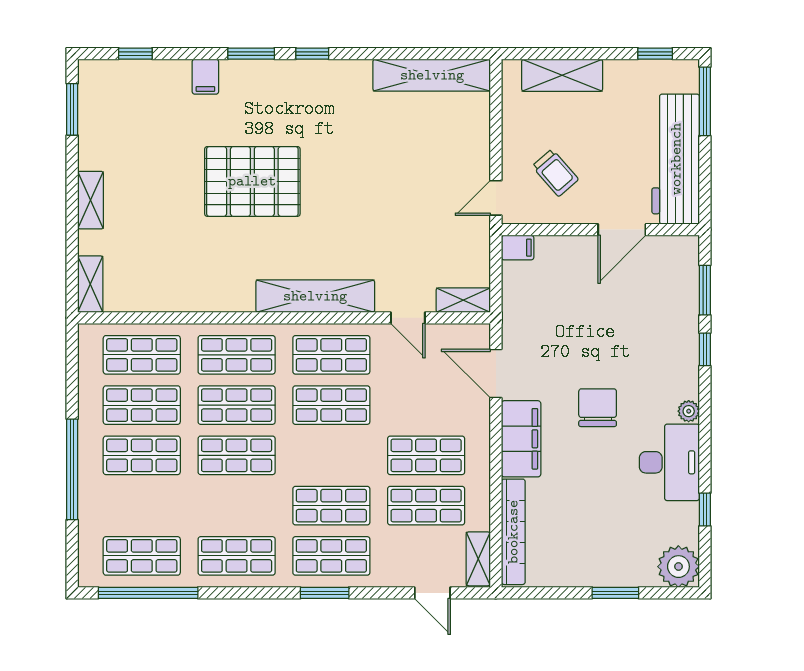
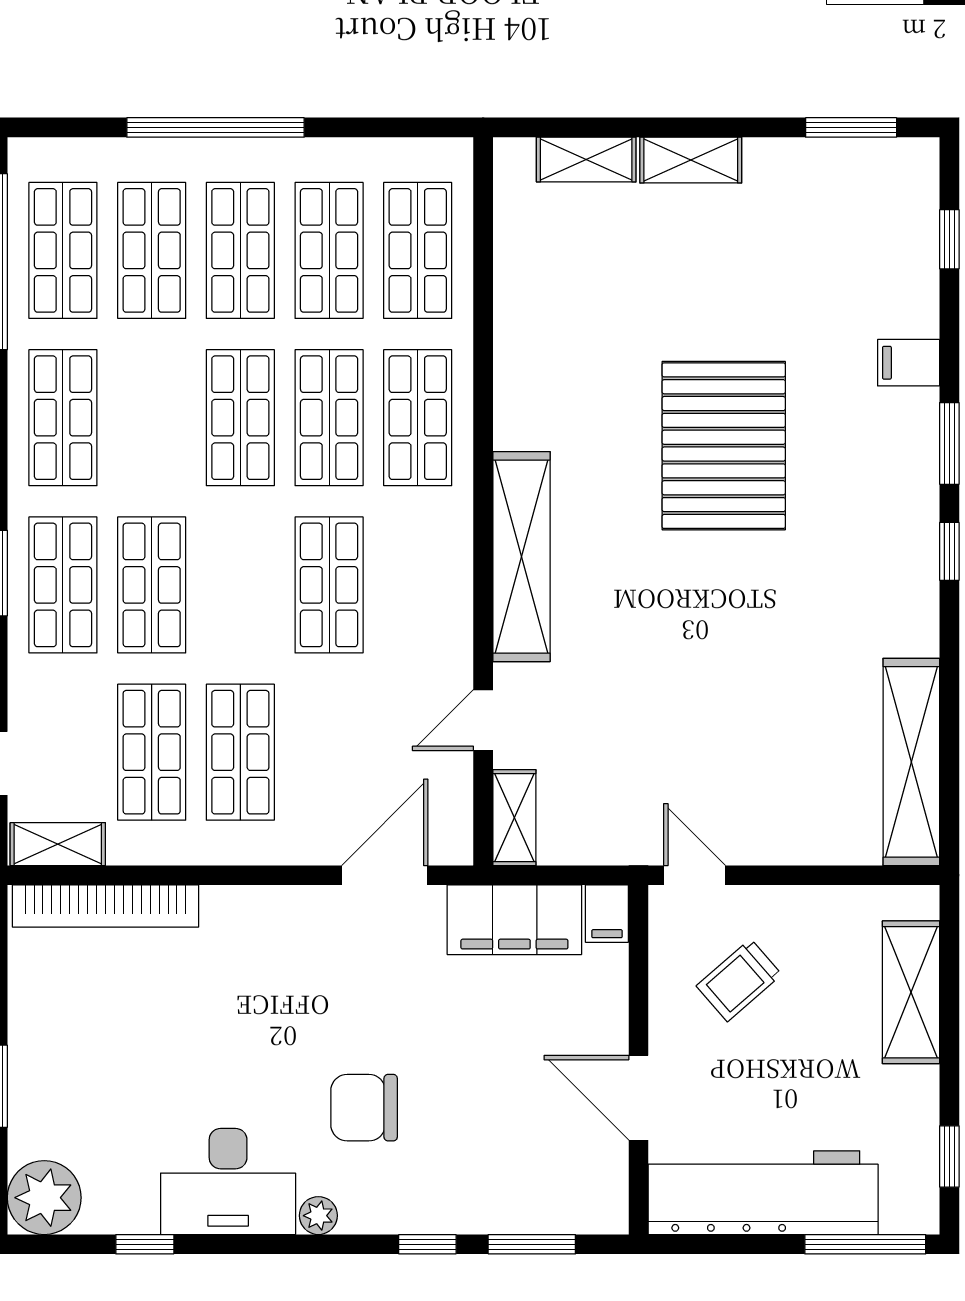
shelving: (90, 284) -> (586, 160), moved
shop shelf: (331, 355) -> (152, 250), moved
chair: (598, 408) -> (364, 1108), moved, turned 180
filing cabinet: (521, 439) -> (514, 920), moved

